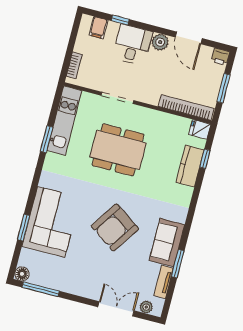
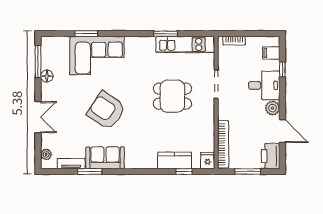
door: (189, 38) -> (282, 131), swing flipped
printer: (220, 57) -> (271, 156), width x1.87, depth x1.48
dining table: (118, 150) -> (172, 96), width x0.73
floor lamp: (22, 274) -> (47, 76), moved
double door: (116, 309) -> (38, 117), moved

